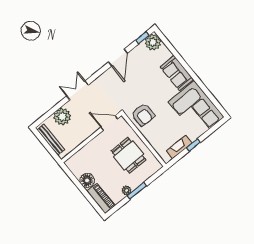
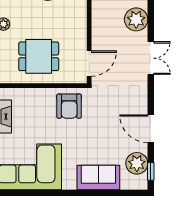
plant: (153, 42) -> (137, 163), moved
sofa: (177, 73) -> (98, 177), moved
armchair: (143, 115) -> (69, 106), turned -90

